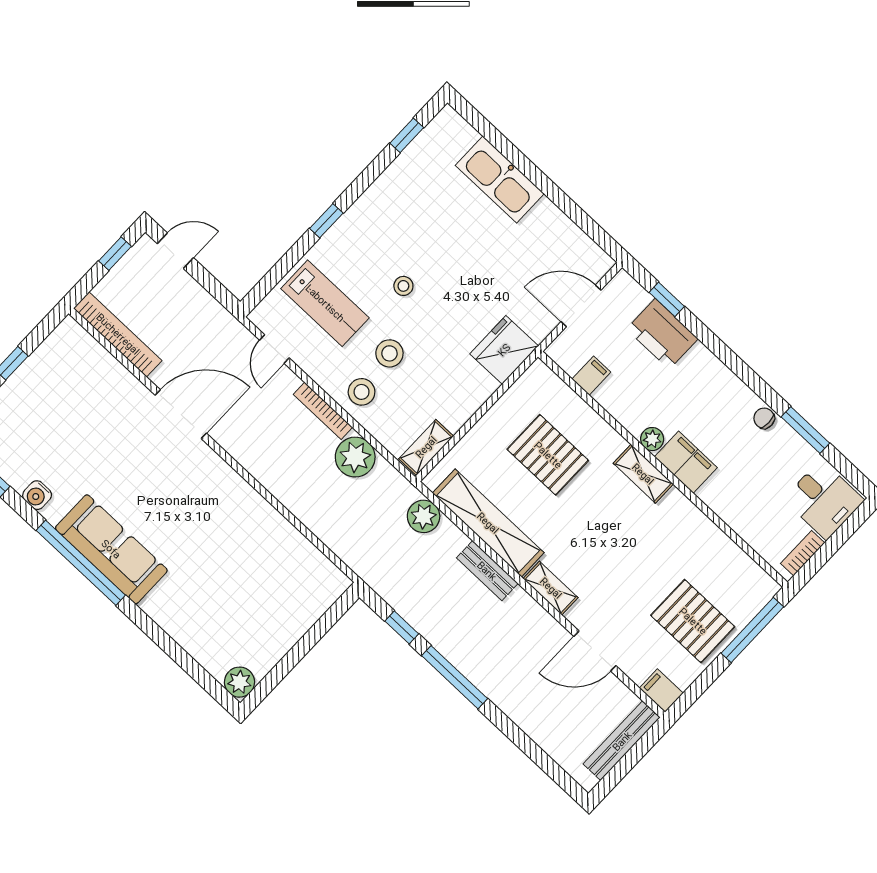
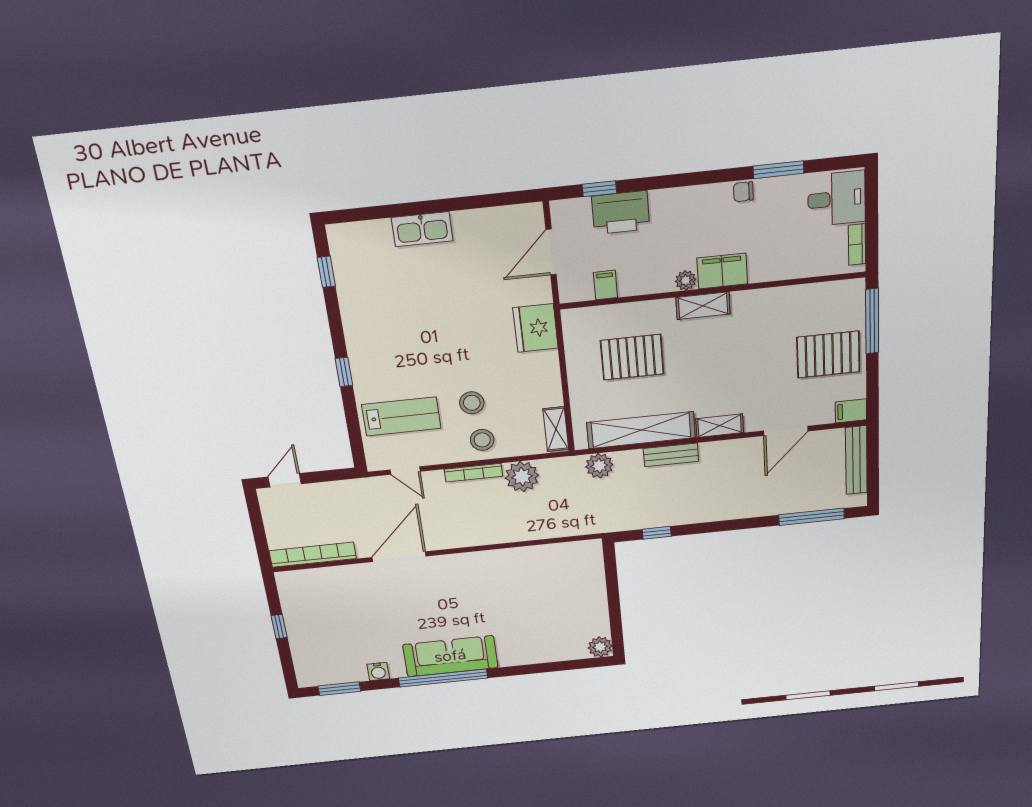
kitchen sink: (500, 179) -> (422, 229), width x0.73, depth x0.81
window: (115, 254) -> (256, 517), removed
stool: (403, 286) -> (433, 358), removed
window: (455, 677) -> (812, 517), moved

